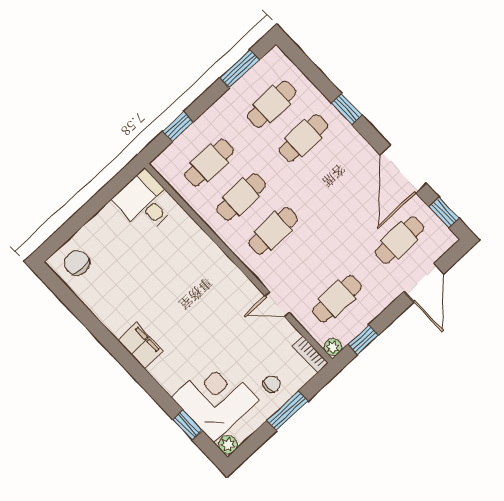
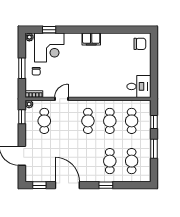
window: (239, 69) -> (154, 149), moved
cafe table: (399, 240) -> (44, 161), removed

